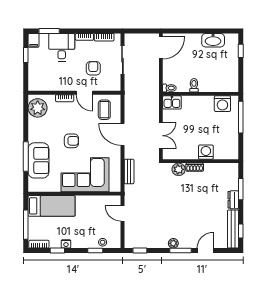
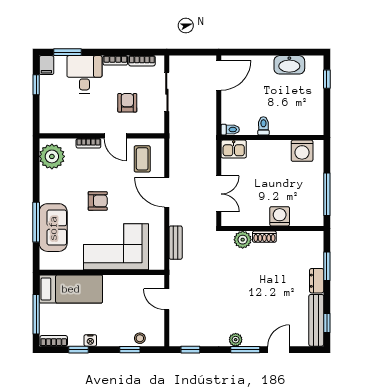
window: (241, 117) -> (327, 194), moved

